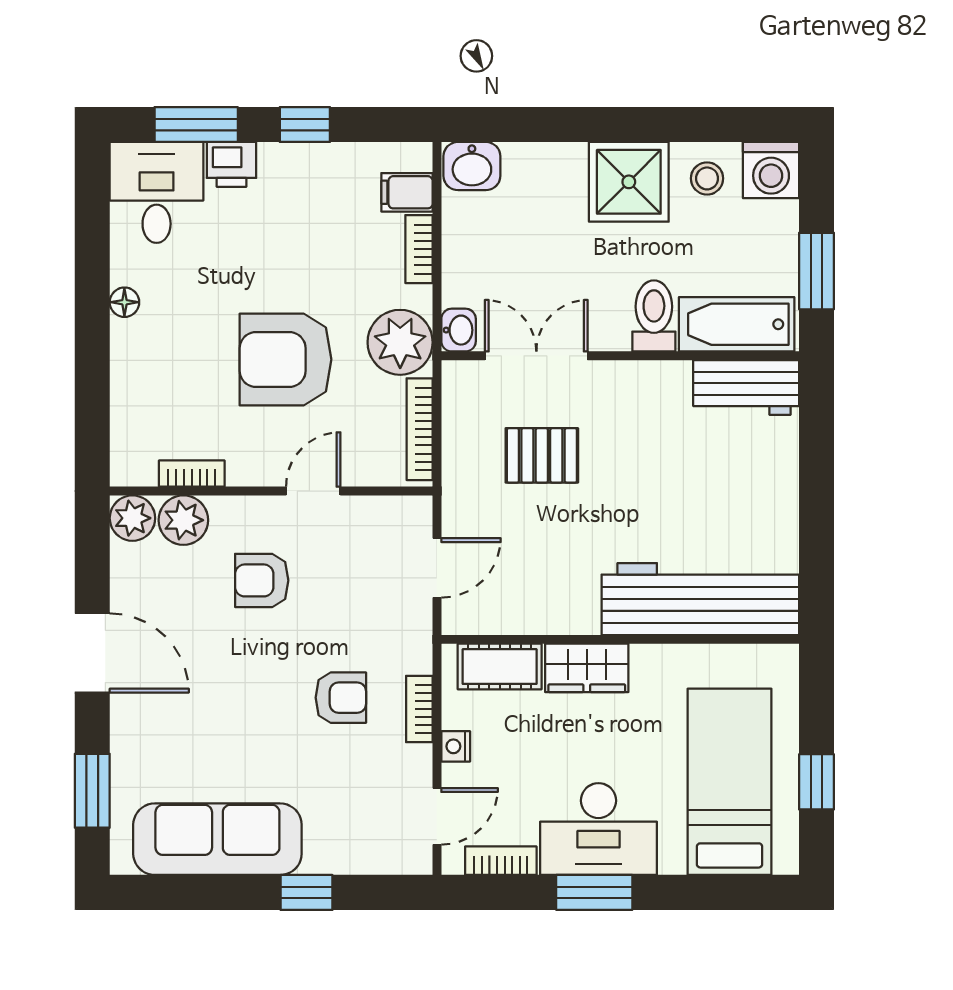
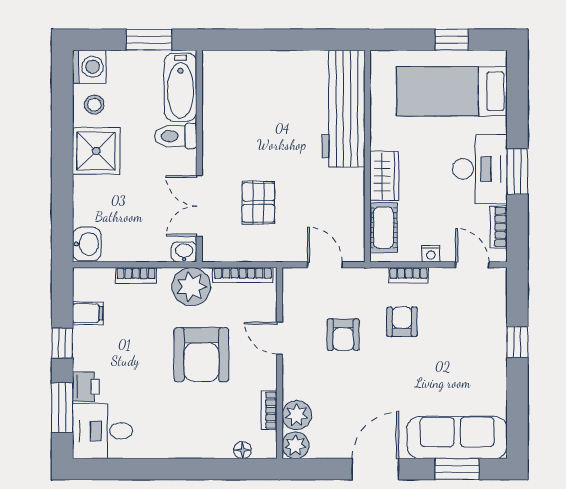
filing cabinet: (407, 192) -> (88, 313), moved, turned -90
floor lamp: (124, 302) -> (243, 450), moved
workbench: (746, 388) -> (218, 81), removed
armchair: (262, 580) -> (343, 335), moved
sofa: (217, 839) -> (457, 438), moved, turned 90

